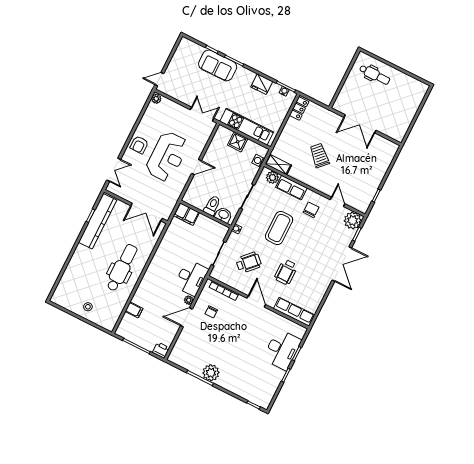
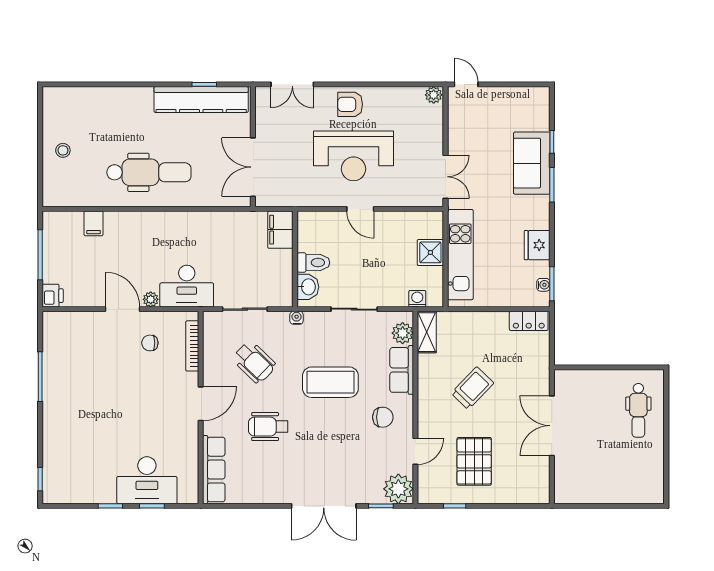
pallet: (358, 174) -> (474, 461), added
plant: (211, 373) -> (57, 389), removed

